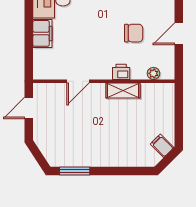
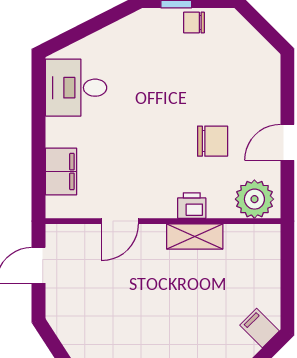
filing cabinet: (42, 33) -> (61, 172), moved
plant: (153, 73) -> (254, 199), width x1.88, depth x1.88

